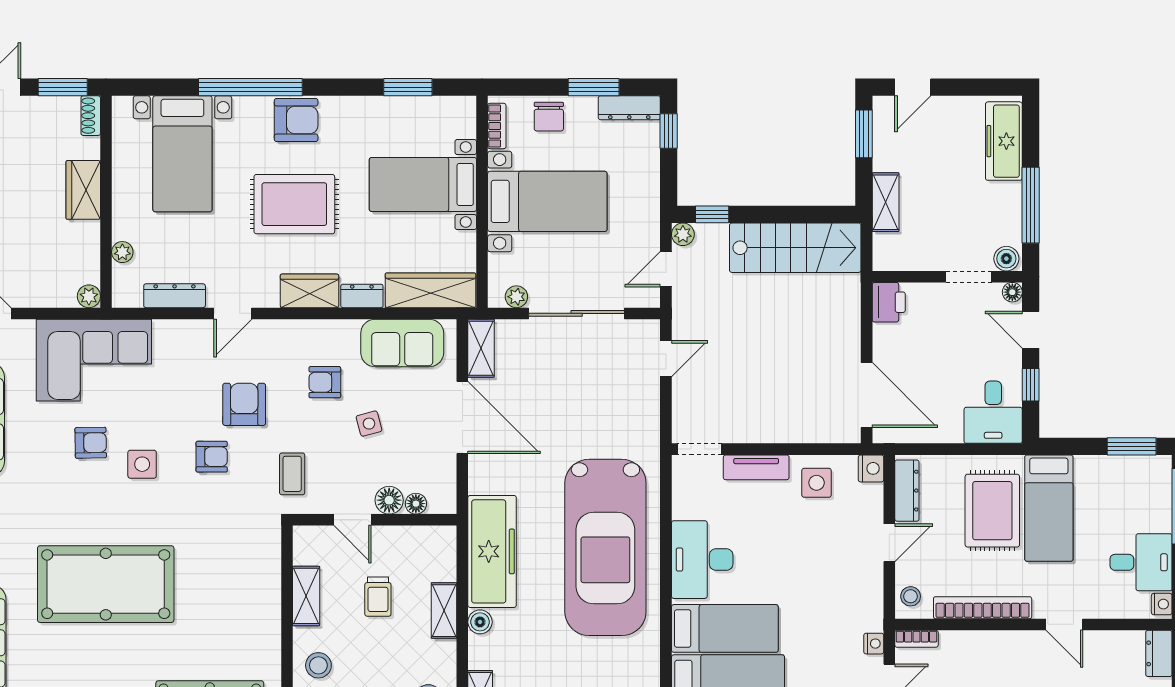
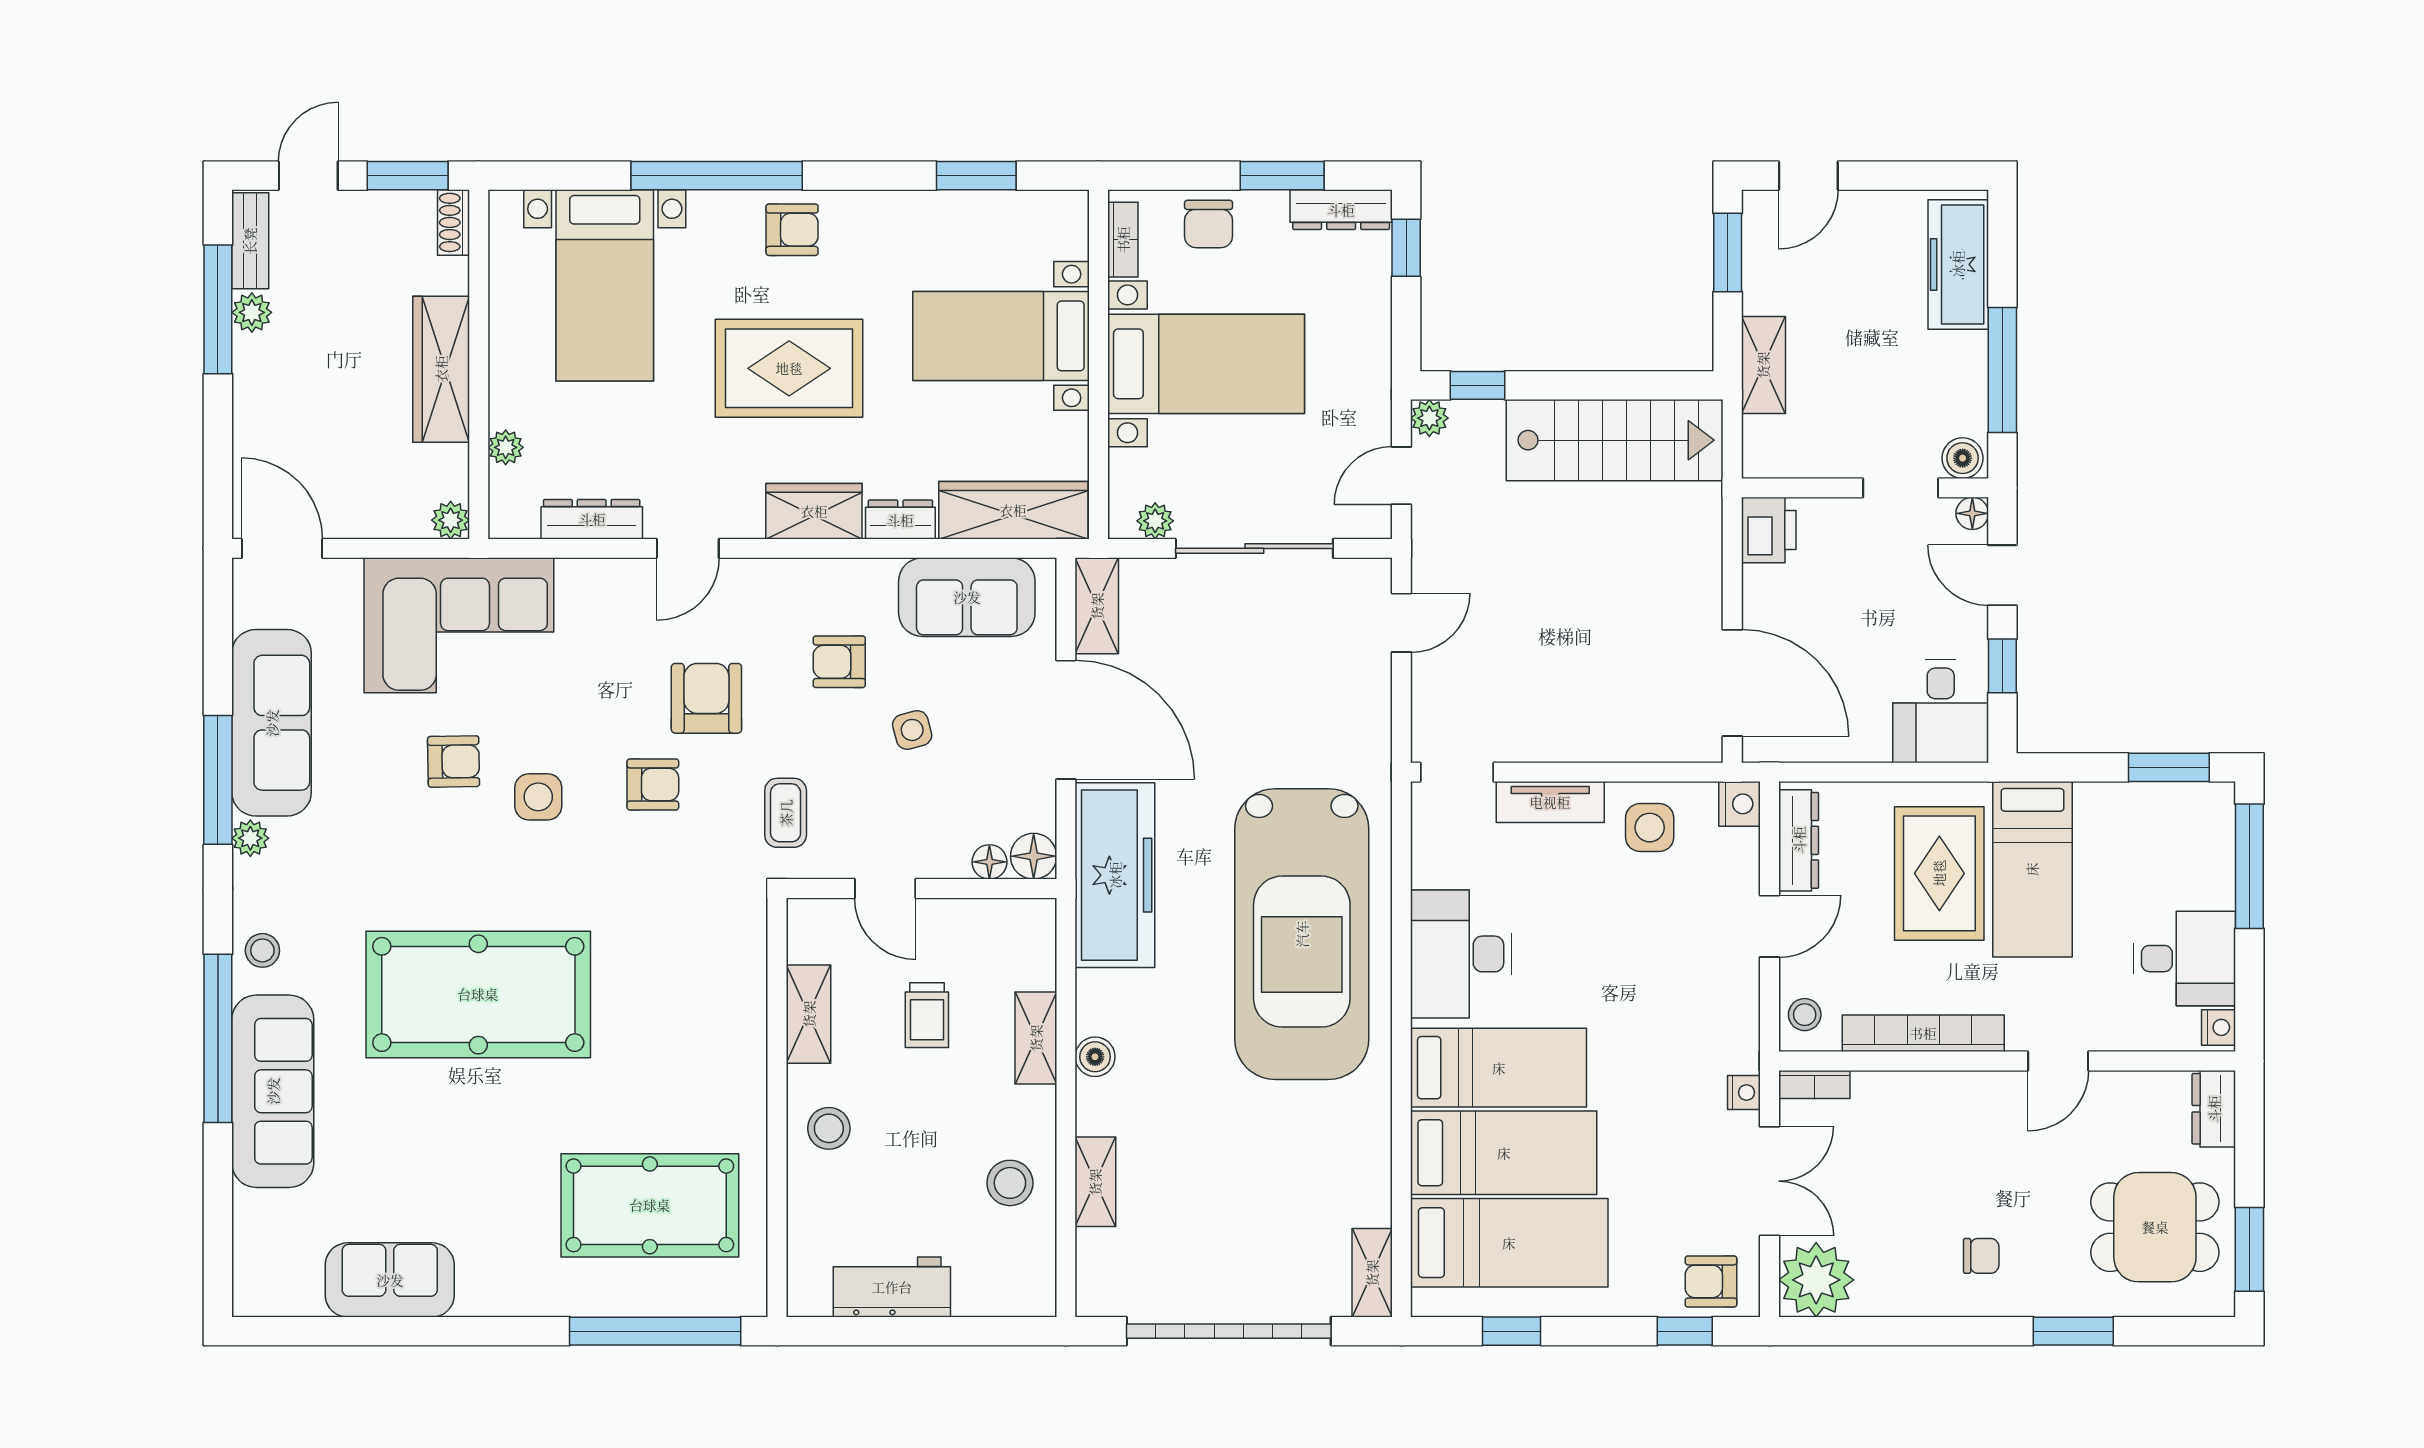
armchair: (296, 120) -> (792, 230), width x0.72, depth x0.72
wardrobe: (83, 190) -> (441, 369), width x1.50
floor lamp: (389, 500) -> (1034, 856), moved
freezer: (492, 551) -> (1115, 875), moved
door: (1064, 624) -> (2058, 1061), hinge flipped

